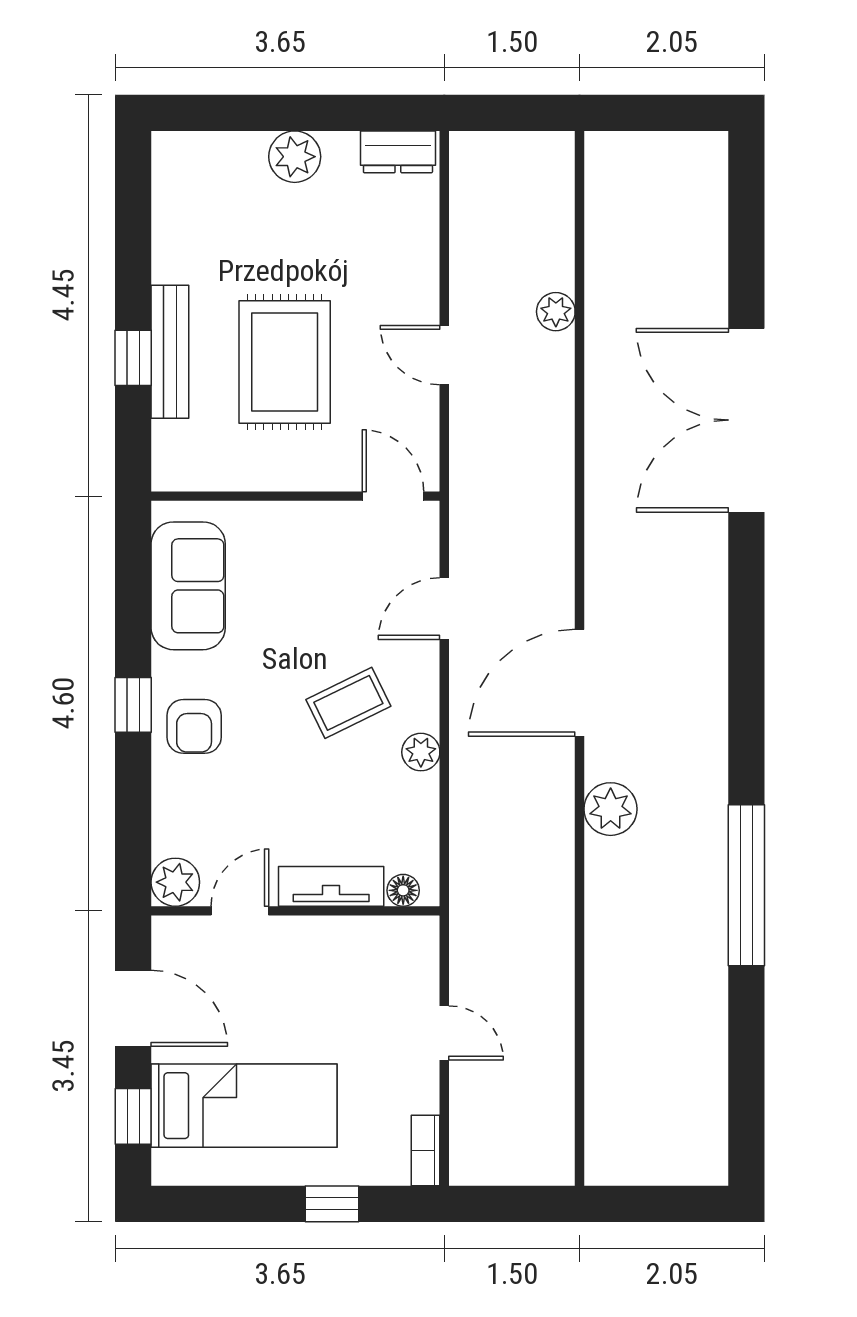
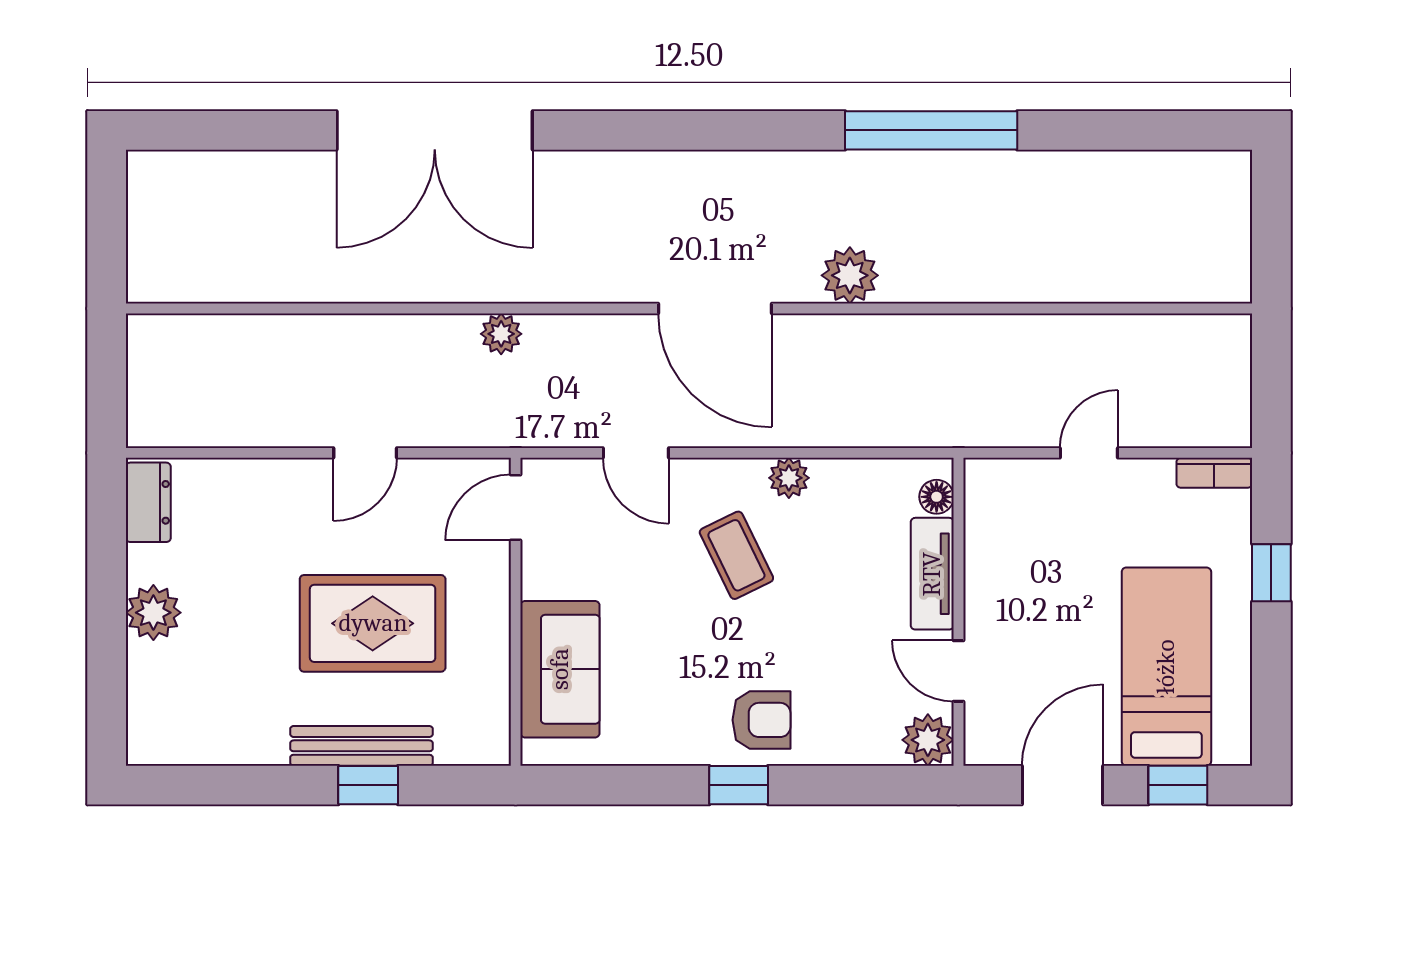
plant: (556, 312) -> (501, 334), moved
sofa: (188, 586) -> (560, 669), moved, turned 90

